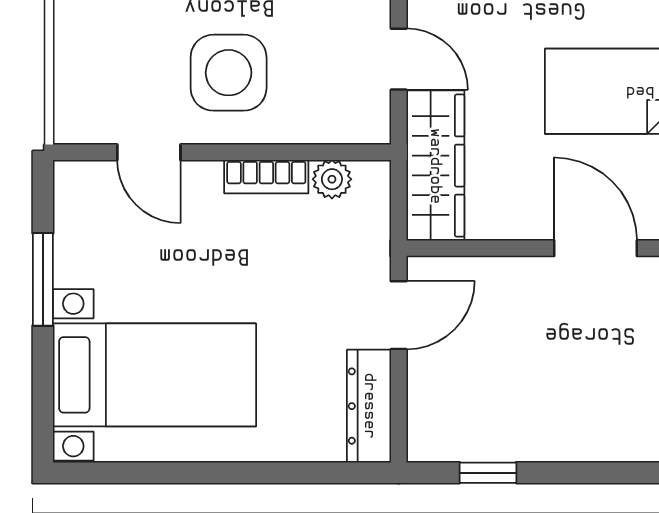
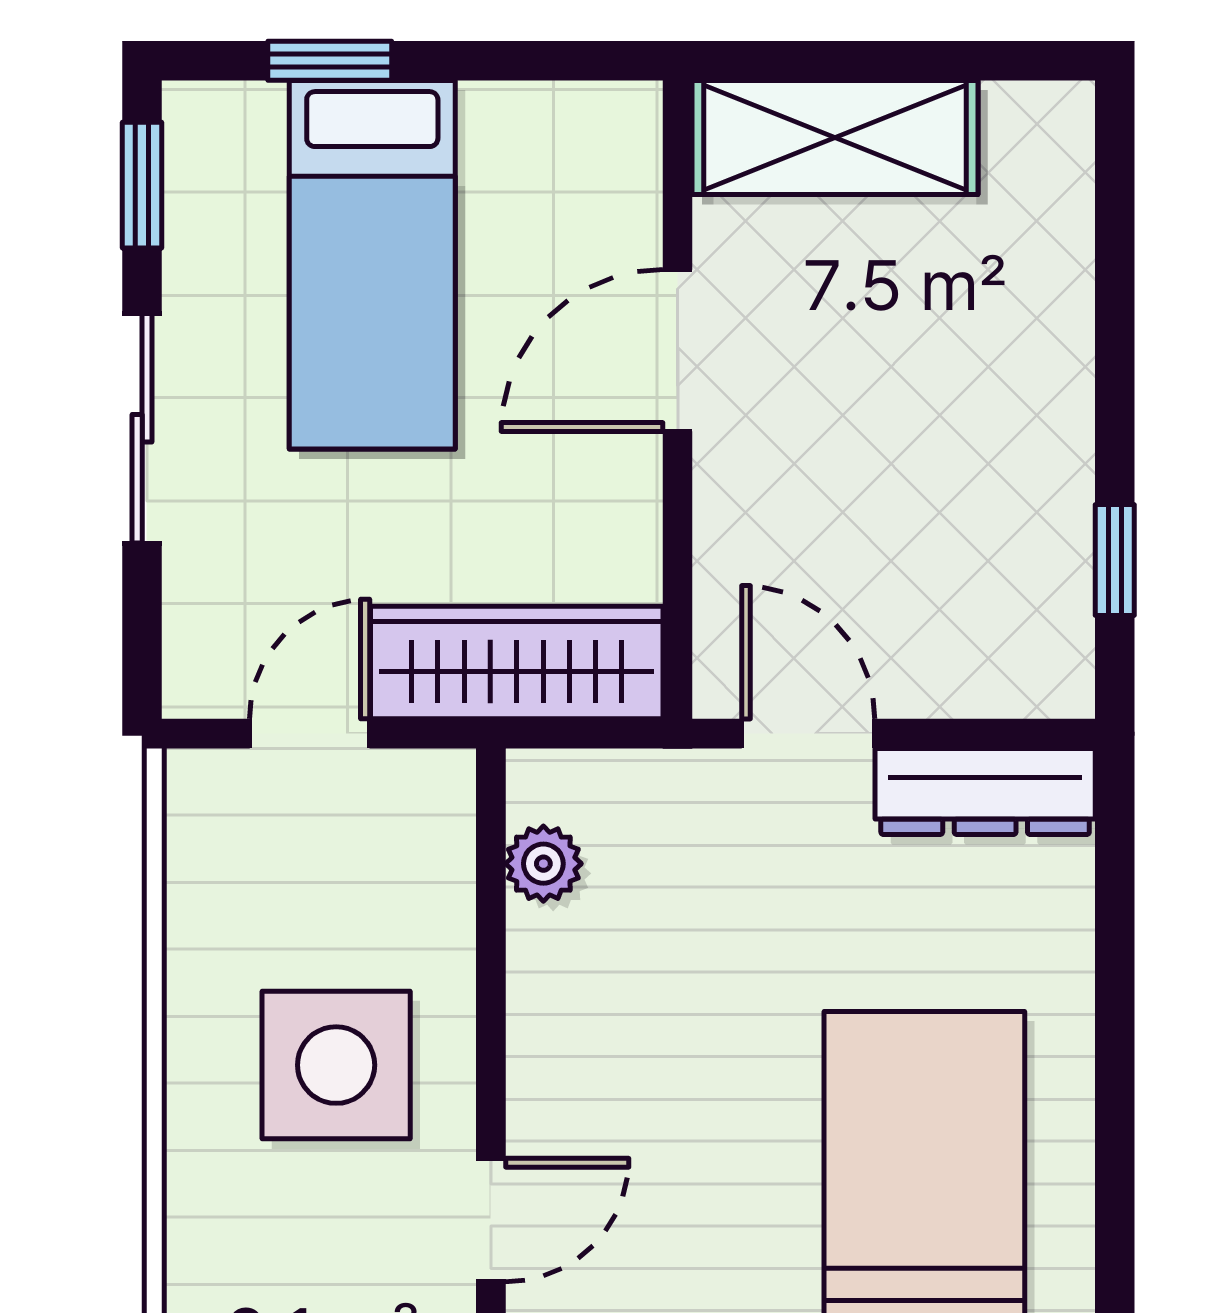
bookcase: (266, 177) -> (538, 991), removed

